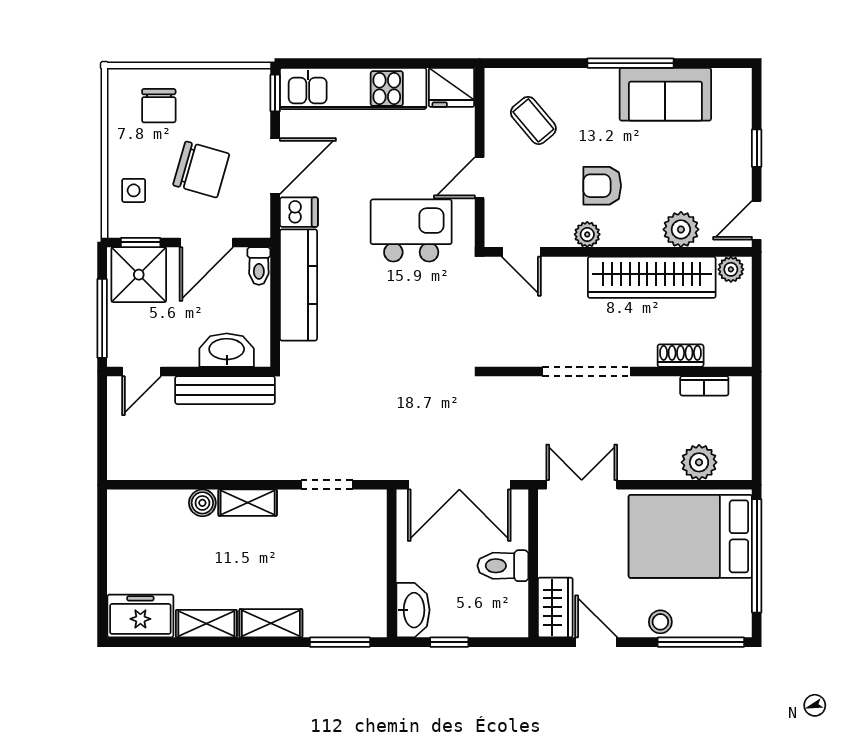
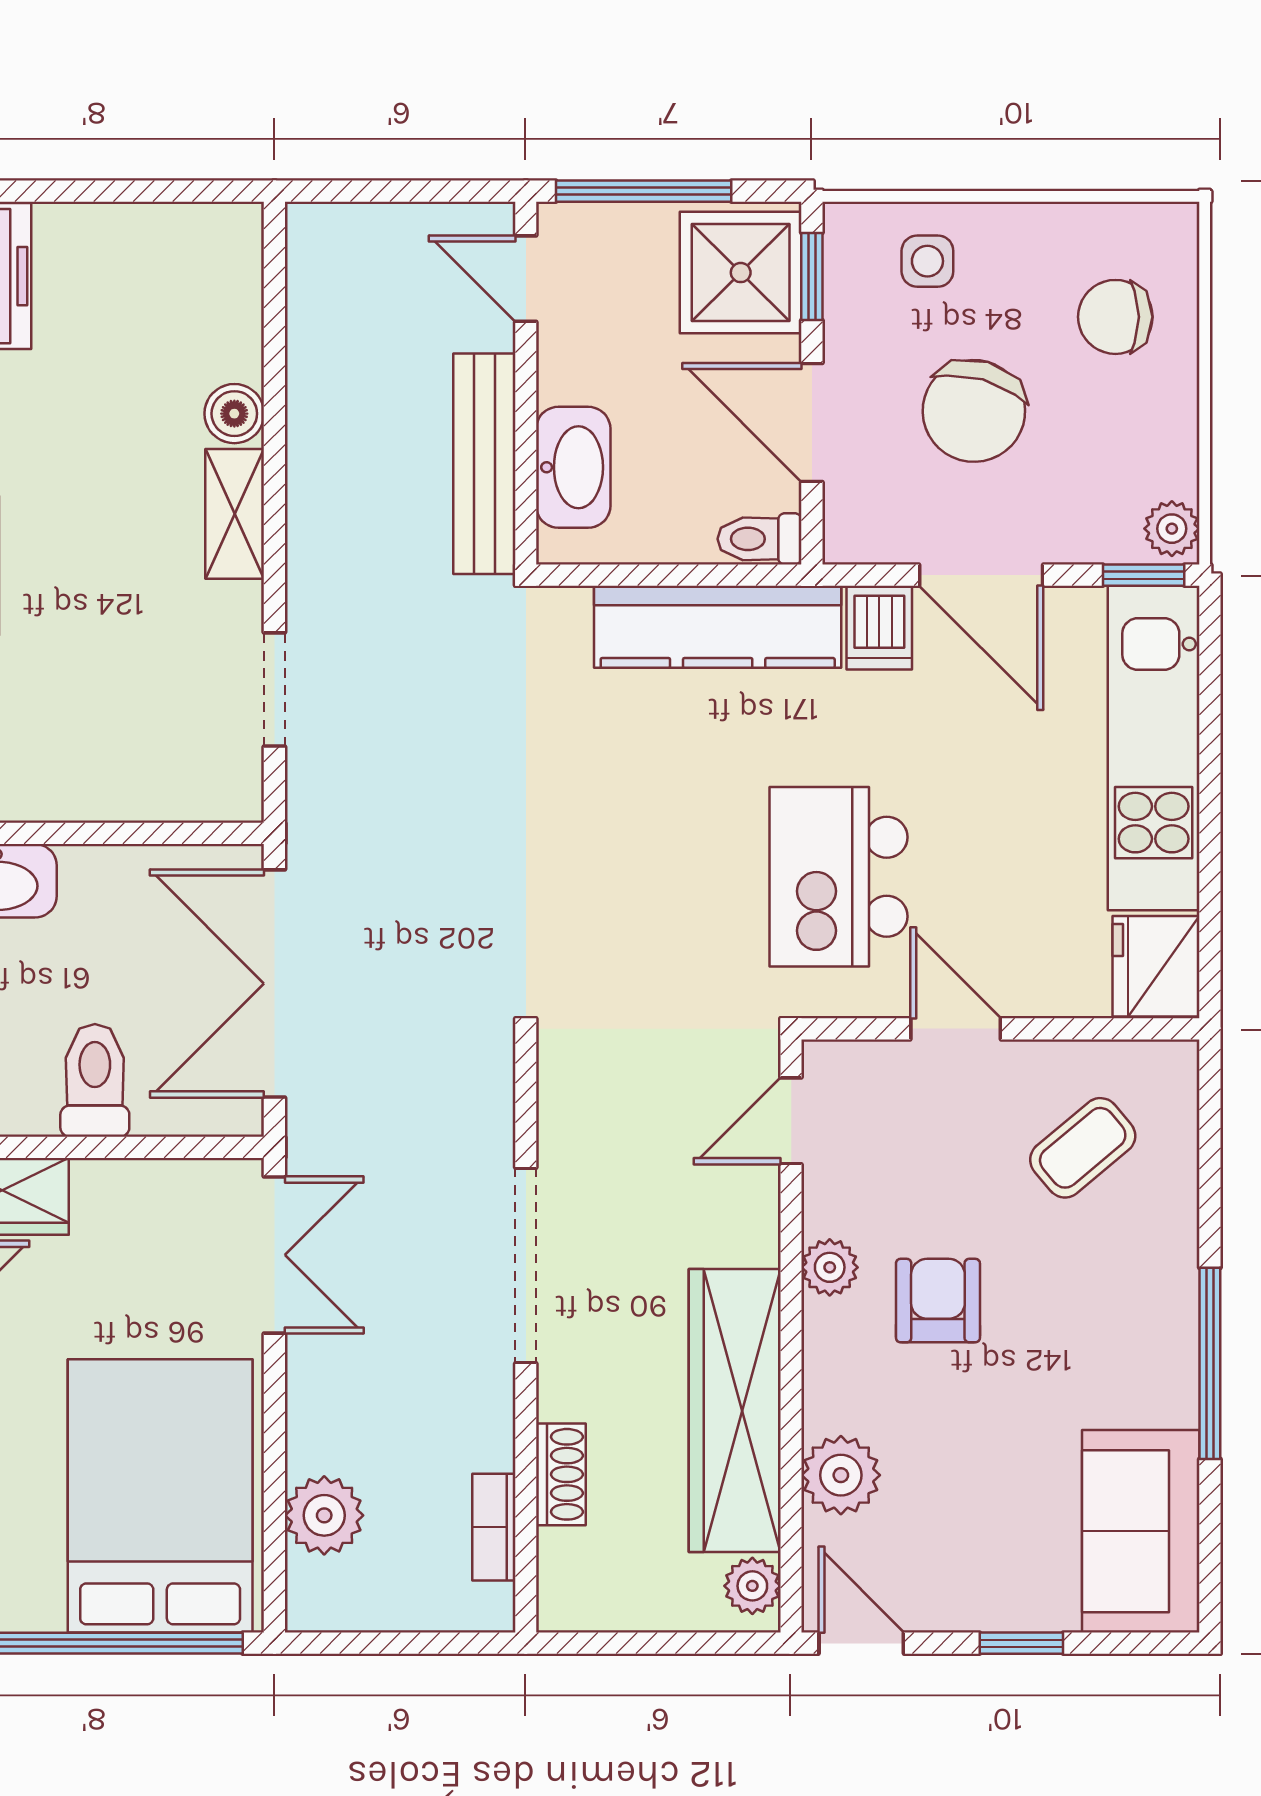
plant: (254, 80) -> (1172, 529), added
sofa: (665, 94) -> (1141, 1531), moved
kitchen island: (411, 231) -> (839, 877), turned 180

